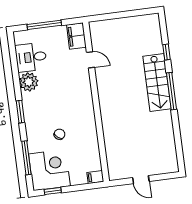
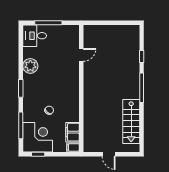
filing cabinet: (76, 36) -> (72, 132), moved
desk: (31, 57) -> (35, 36), moved
door: (91, 60) -> (81, 55), hinge flipped
stairs: (157, 83) -> (131, 121), moved

